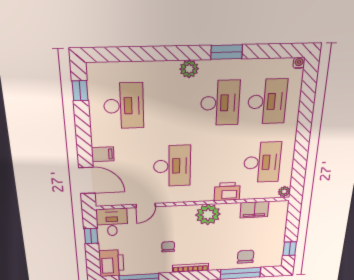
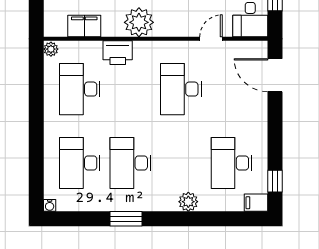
plant: (189, 69) -> (188, 202), moved
filing cabinet: (103, 154) -> (256, 203), moved

